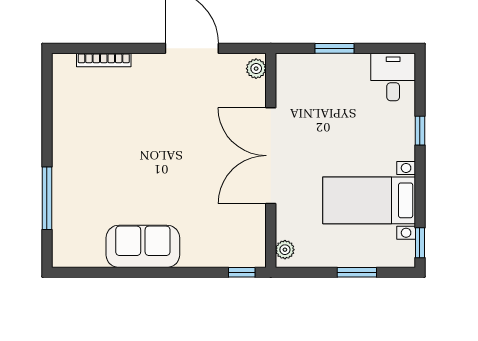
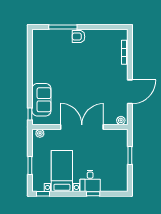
desk: (393, 77) -> (90, 181), moved, turned 90
armchair: (68, 163) -> (78, 37), added
sofa: (143, 246) -> (41, 100), moved

